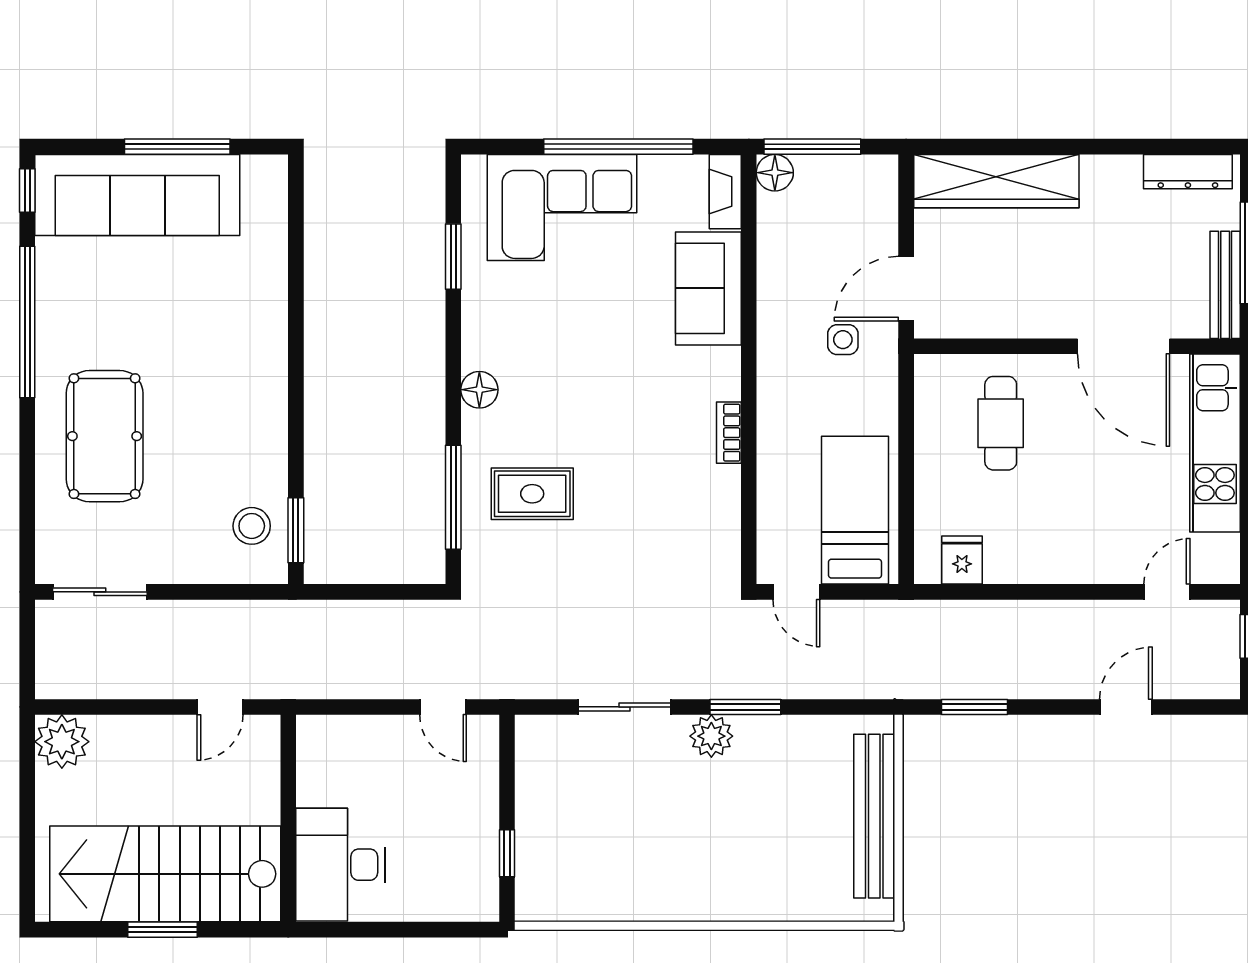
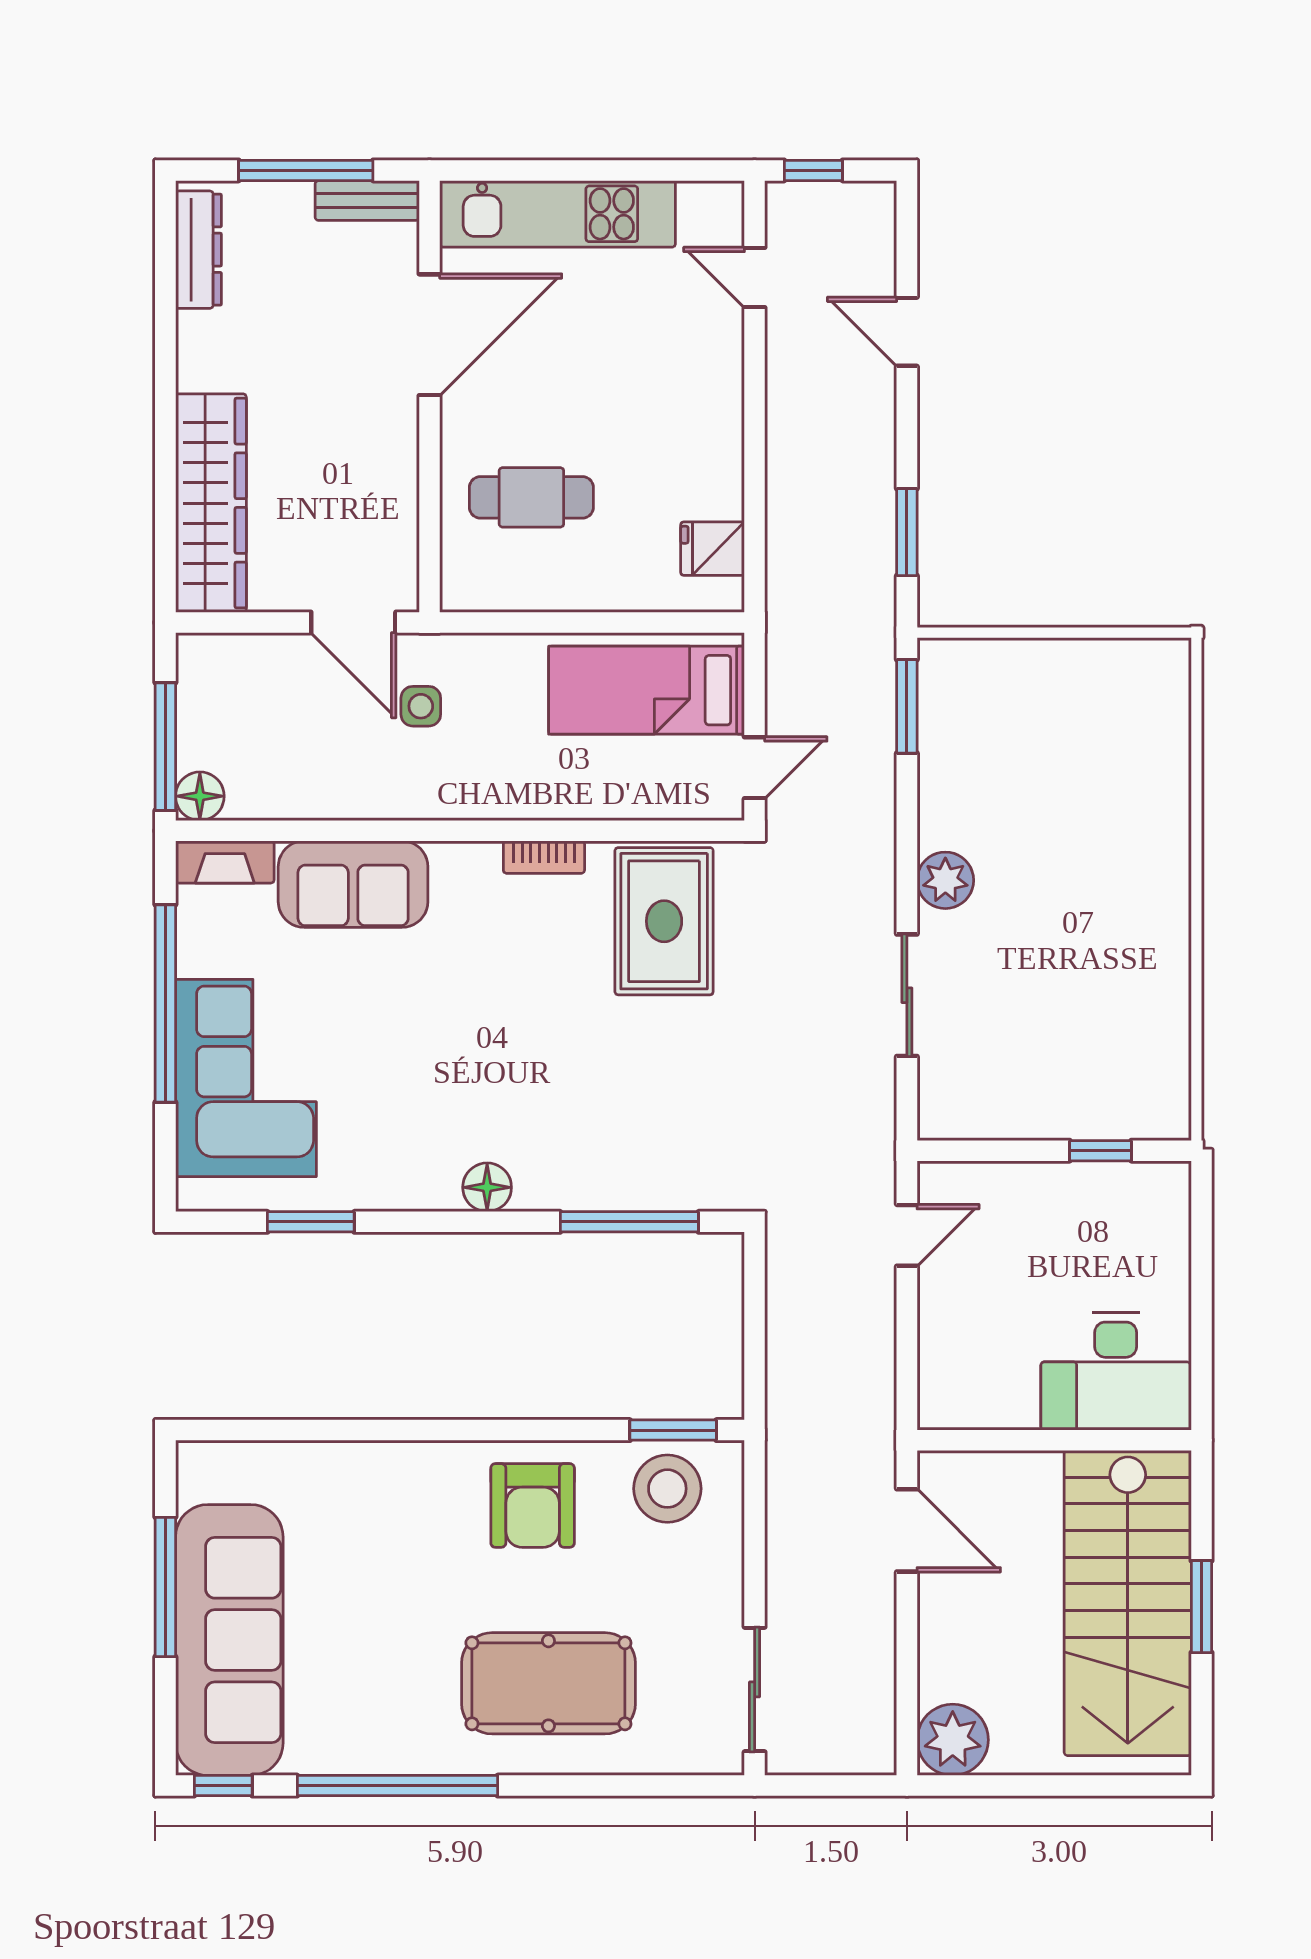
bench: (1225, 285) -> (367, 200), width x0.73
armchair: (239, 424) -> (533, 1505), added
rug: (532, 494) -> (664, 921), moved, width x1.36, depth x1.43
stool: (252, 526) -> (667, 1489), width x1.38, depth x1.38
door: (220, 707) -> (907, 1530), width x1.37
window: (745, 707) -> (907, 706), moved
bench: (874, 816) -> (1051, 665), removed

